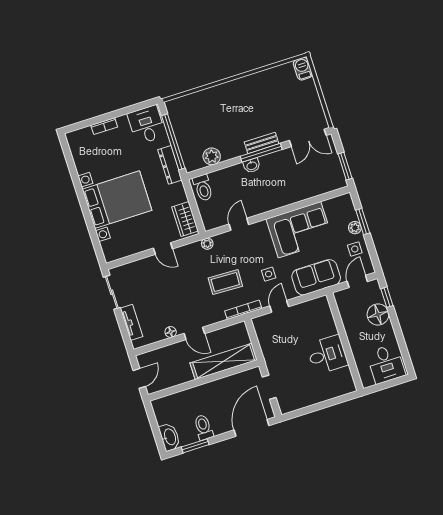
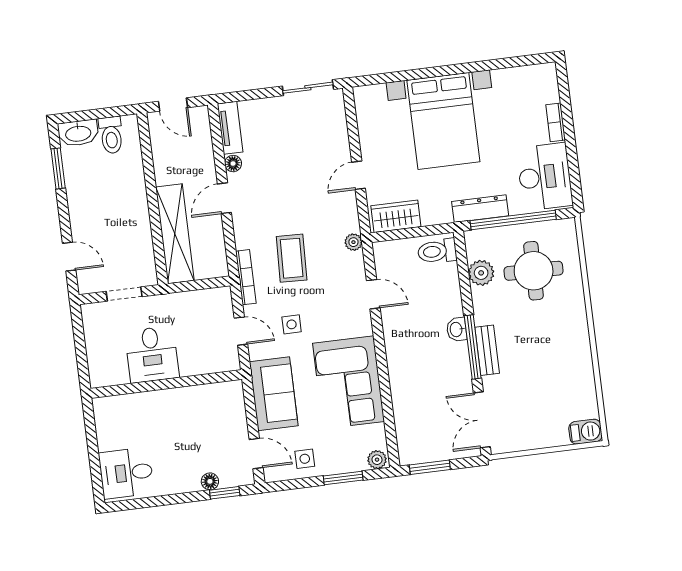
round table: (204, 122) -> (534, 271), added
desk: (147, 125) -> (545, 177), width x1.37
plant: (355, 228) -> (377, 460), moved
floor lamp: (378, 315) -> (210, 481), width x0.53, depth x0.53
tv unit: (131, 322) -> (230, 128), moved, turned -90
wall: (345, 342) -> (166, 384), moved
desk: (327, 355) -> (152, 354), moved
toilet: (203, 427) -> (111, 135), moved, turned 90
door: (251, 428) -> (69, 257), width x0.53

